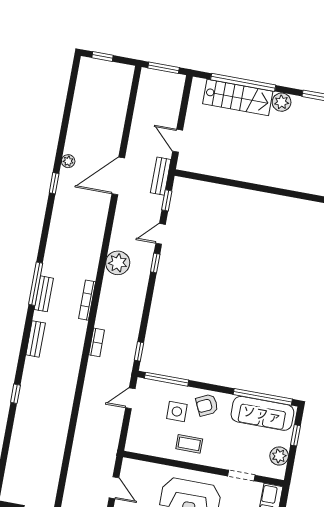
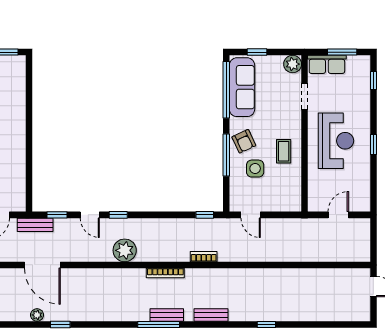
window: (167, 379) -> (226, 155), moved
plant: (279, 456) -> (293, 64), moved

